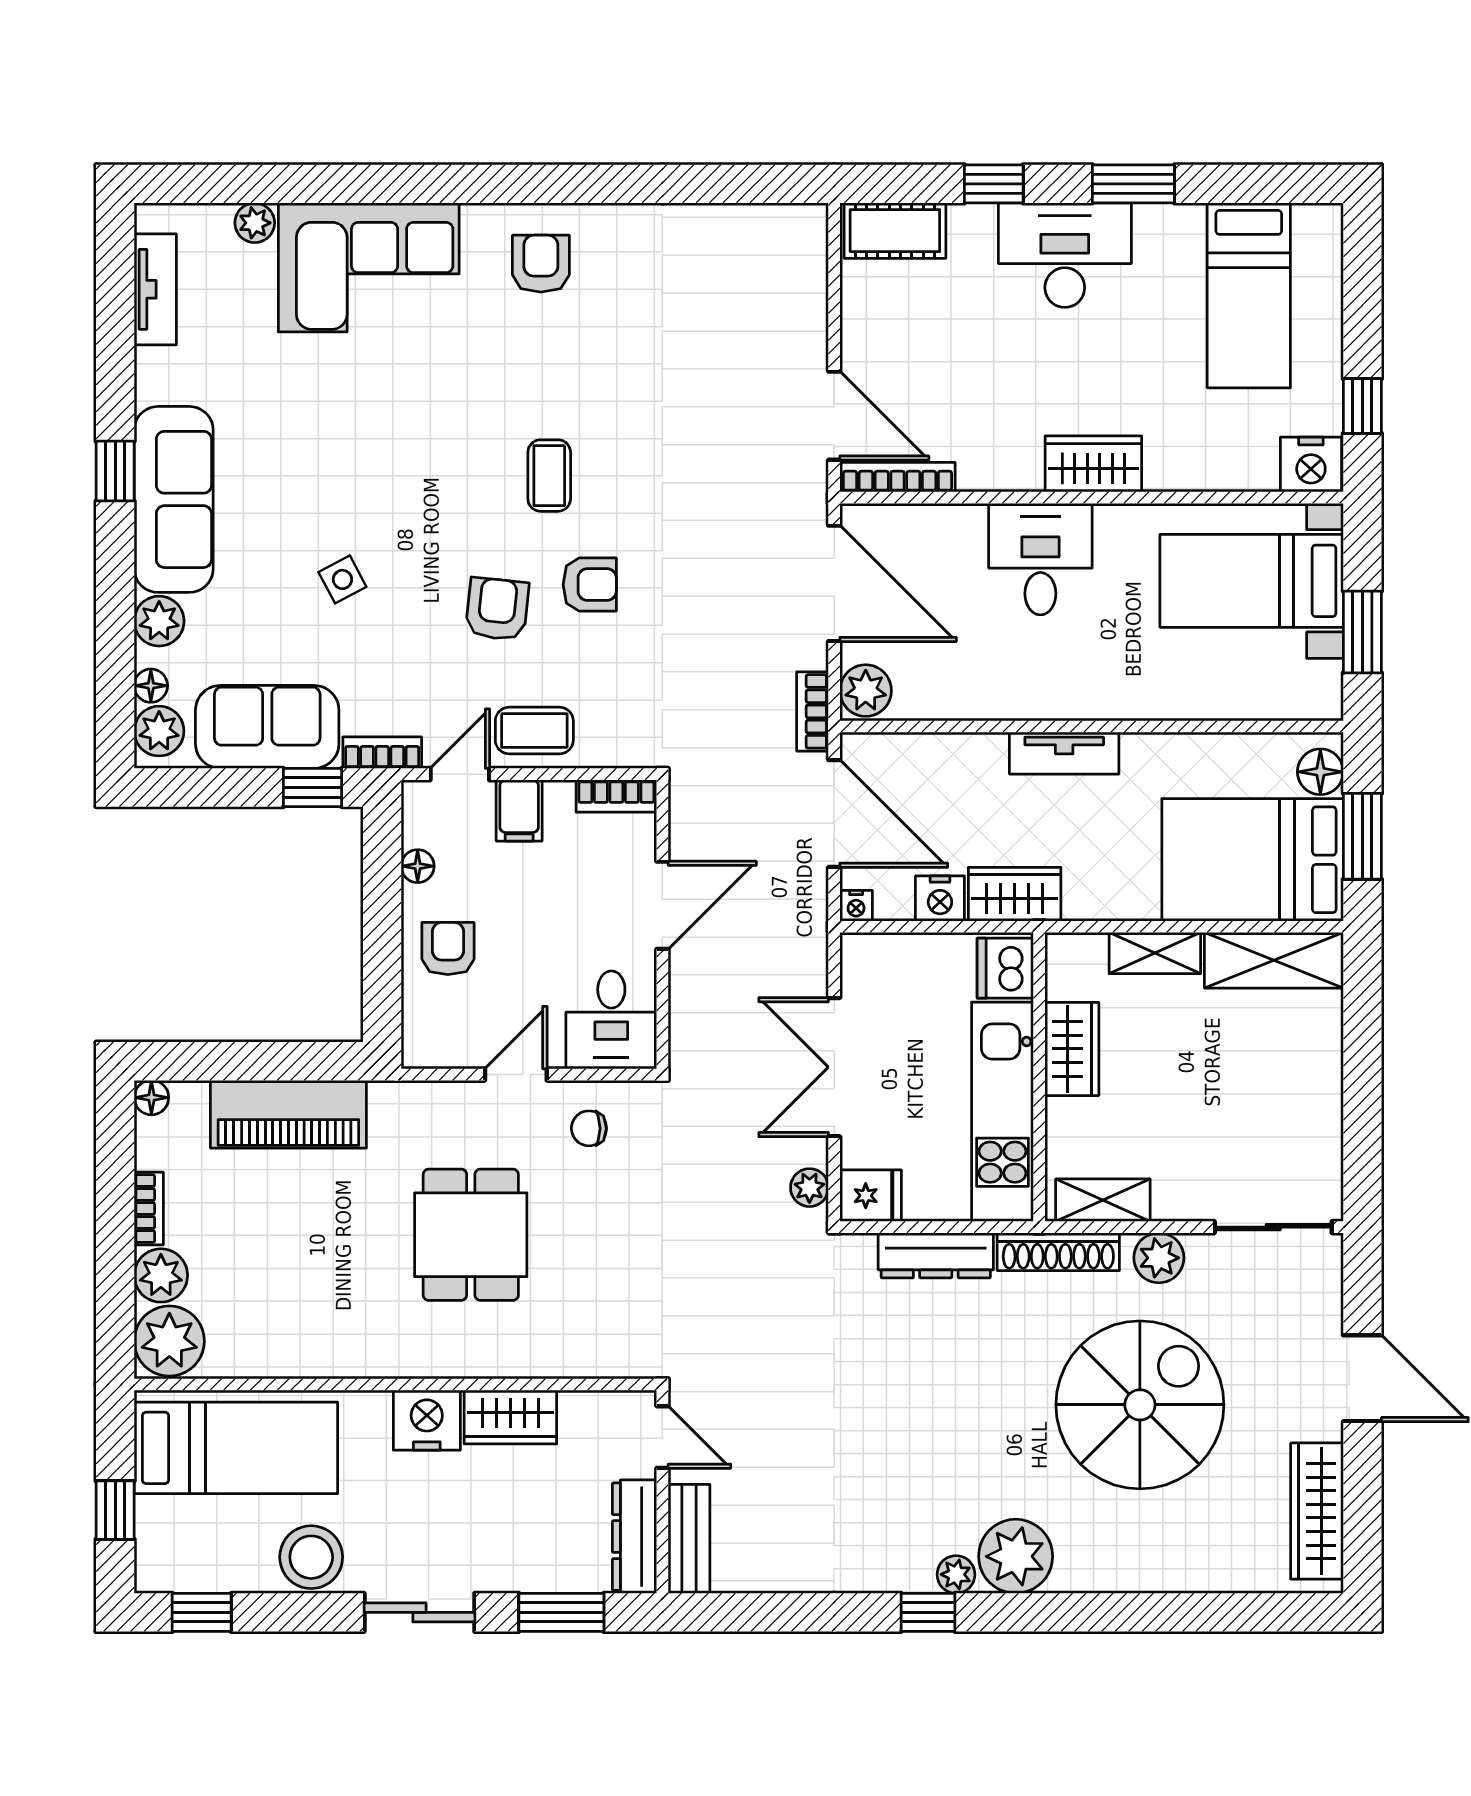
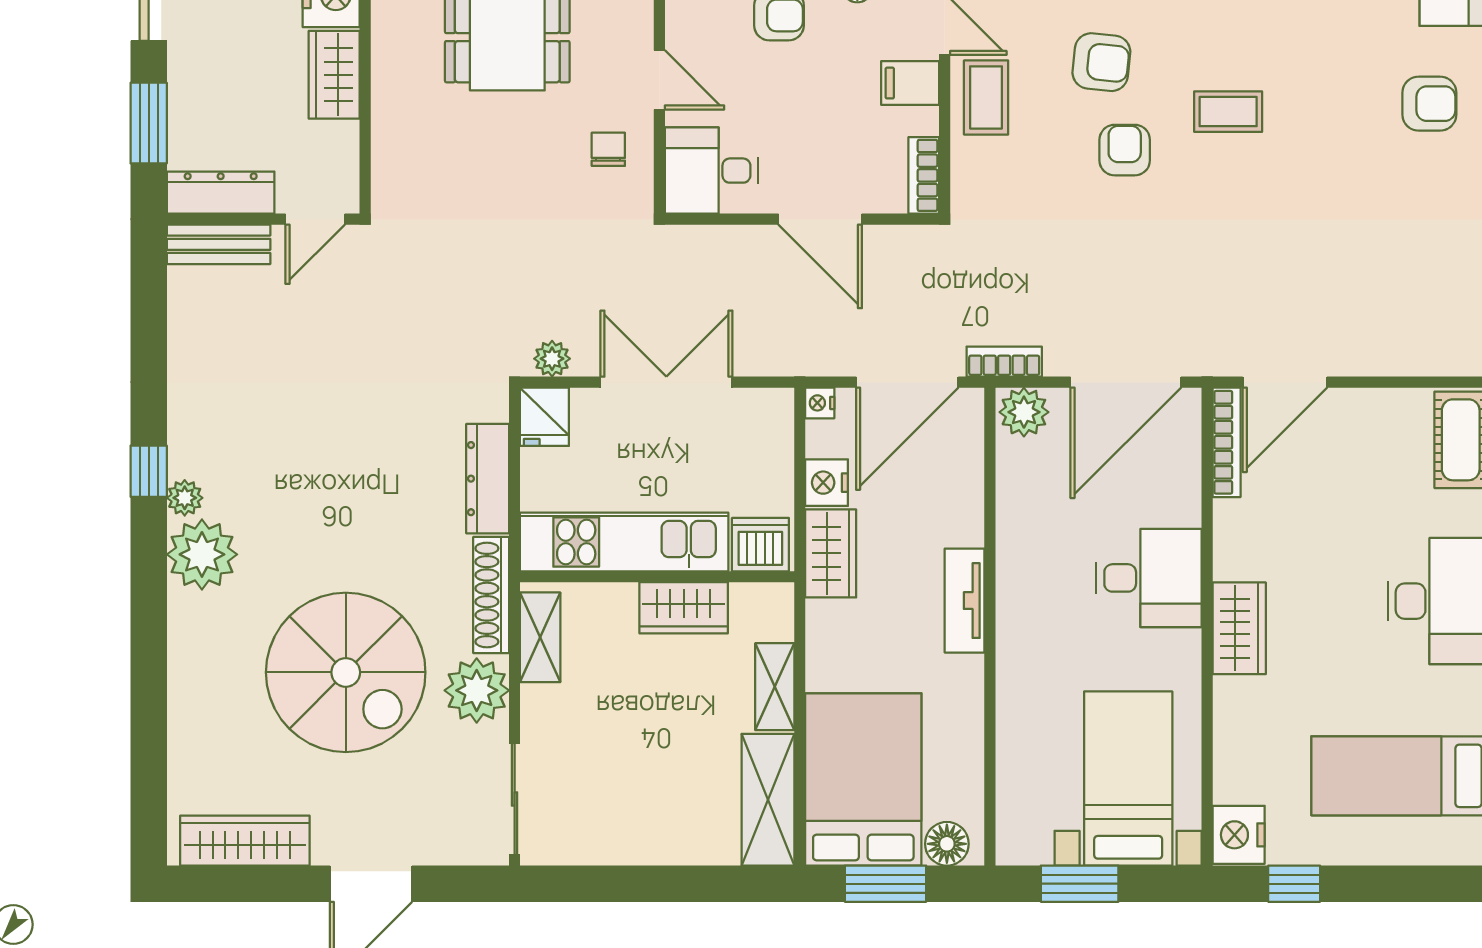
armchair: (590, 585) -> (1125, 150), turned 180
plant: (1159, 1258) -> (477, 690), width x1.36, depth x1.36

